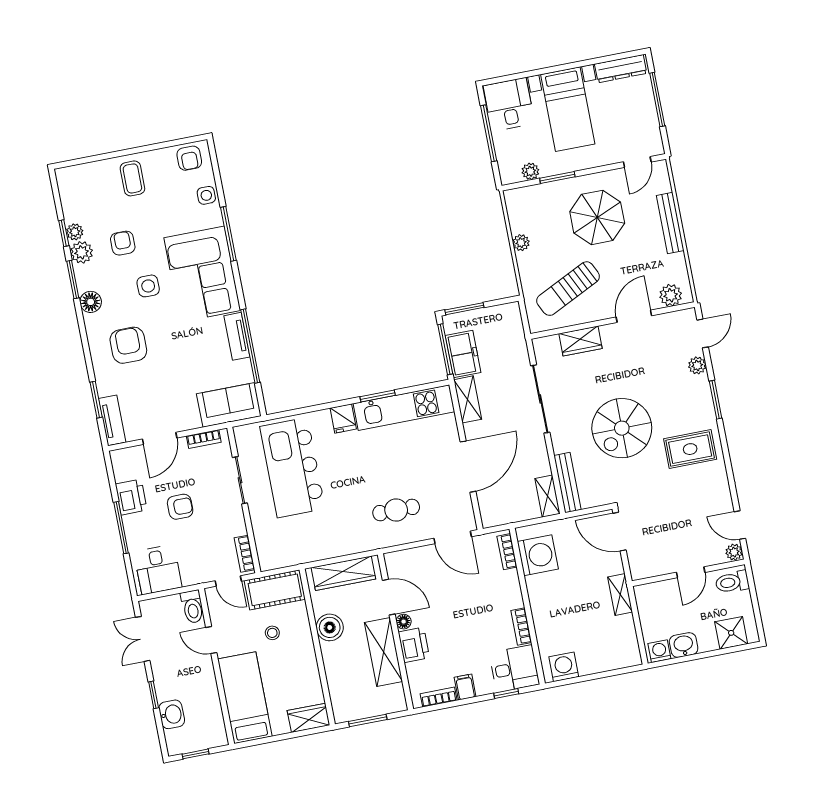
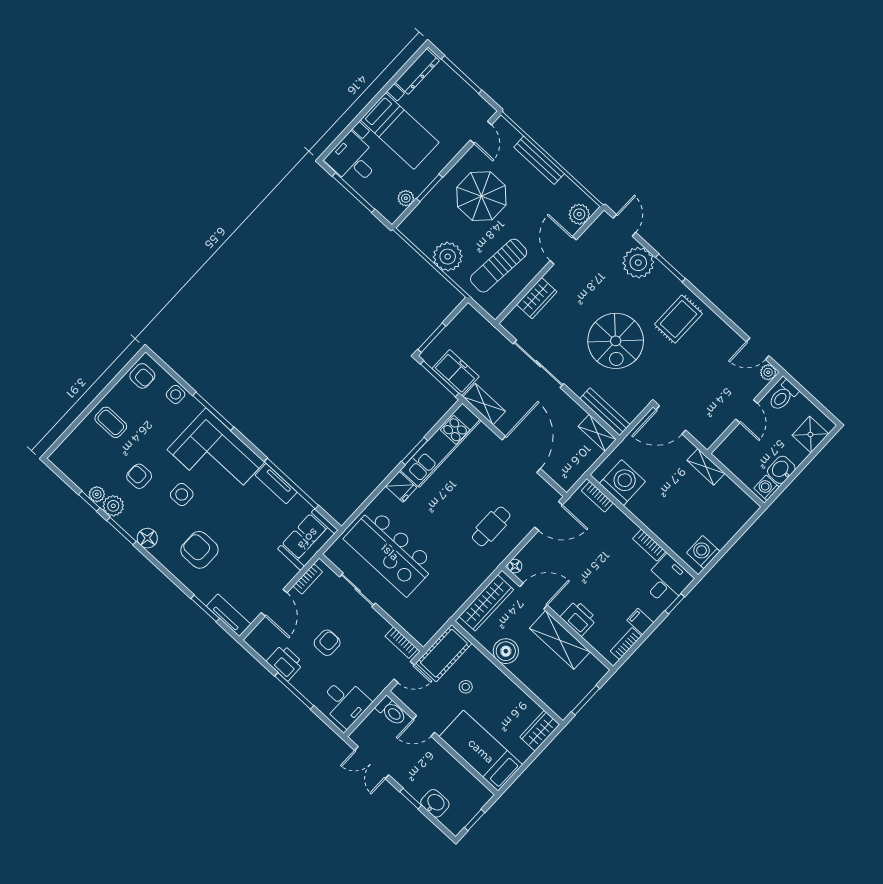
plant: (521, 243) -> (448, 257), width x1.88, depth x1.88
sun lounger: (568, 289) -> (499, 266), turned 31
plant: (697, 365) -> (638, 263), width x1.88, depth x1.88
floor lamp: (404, 622) -> (515, 566), moved

